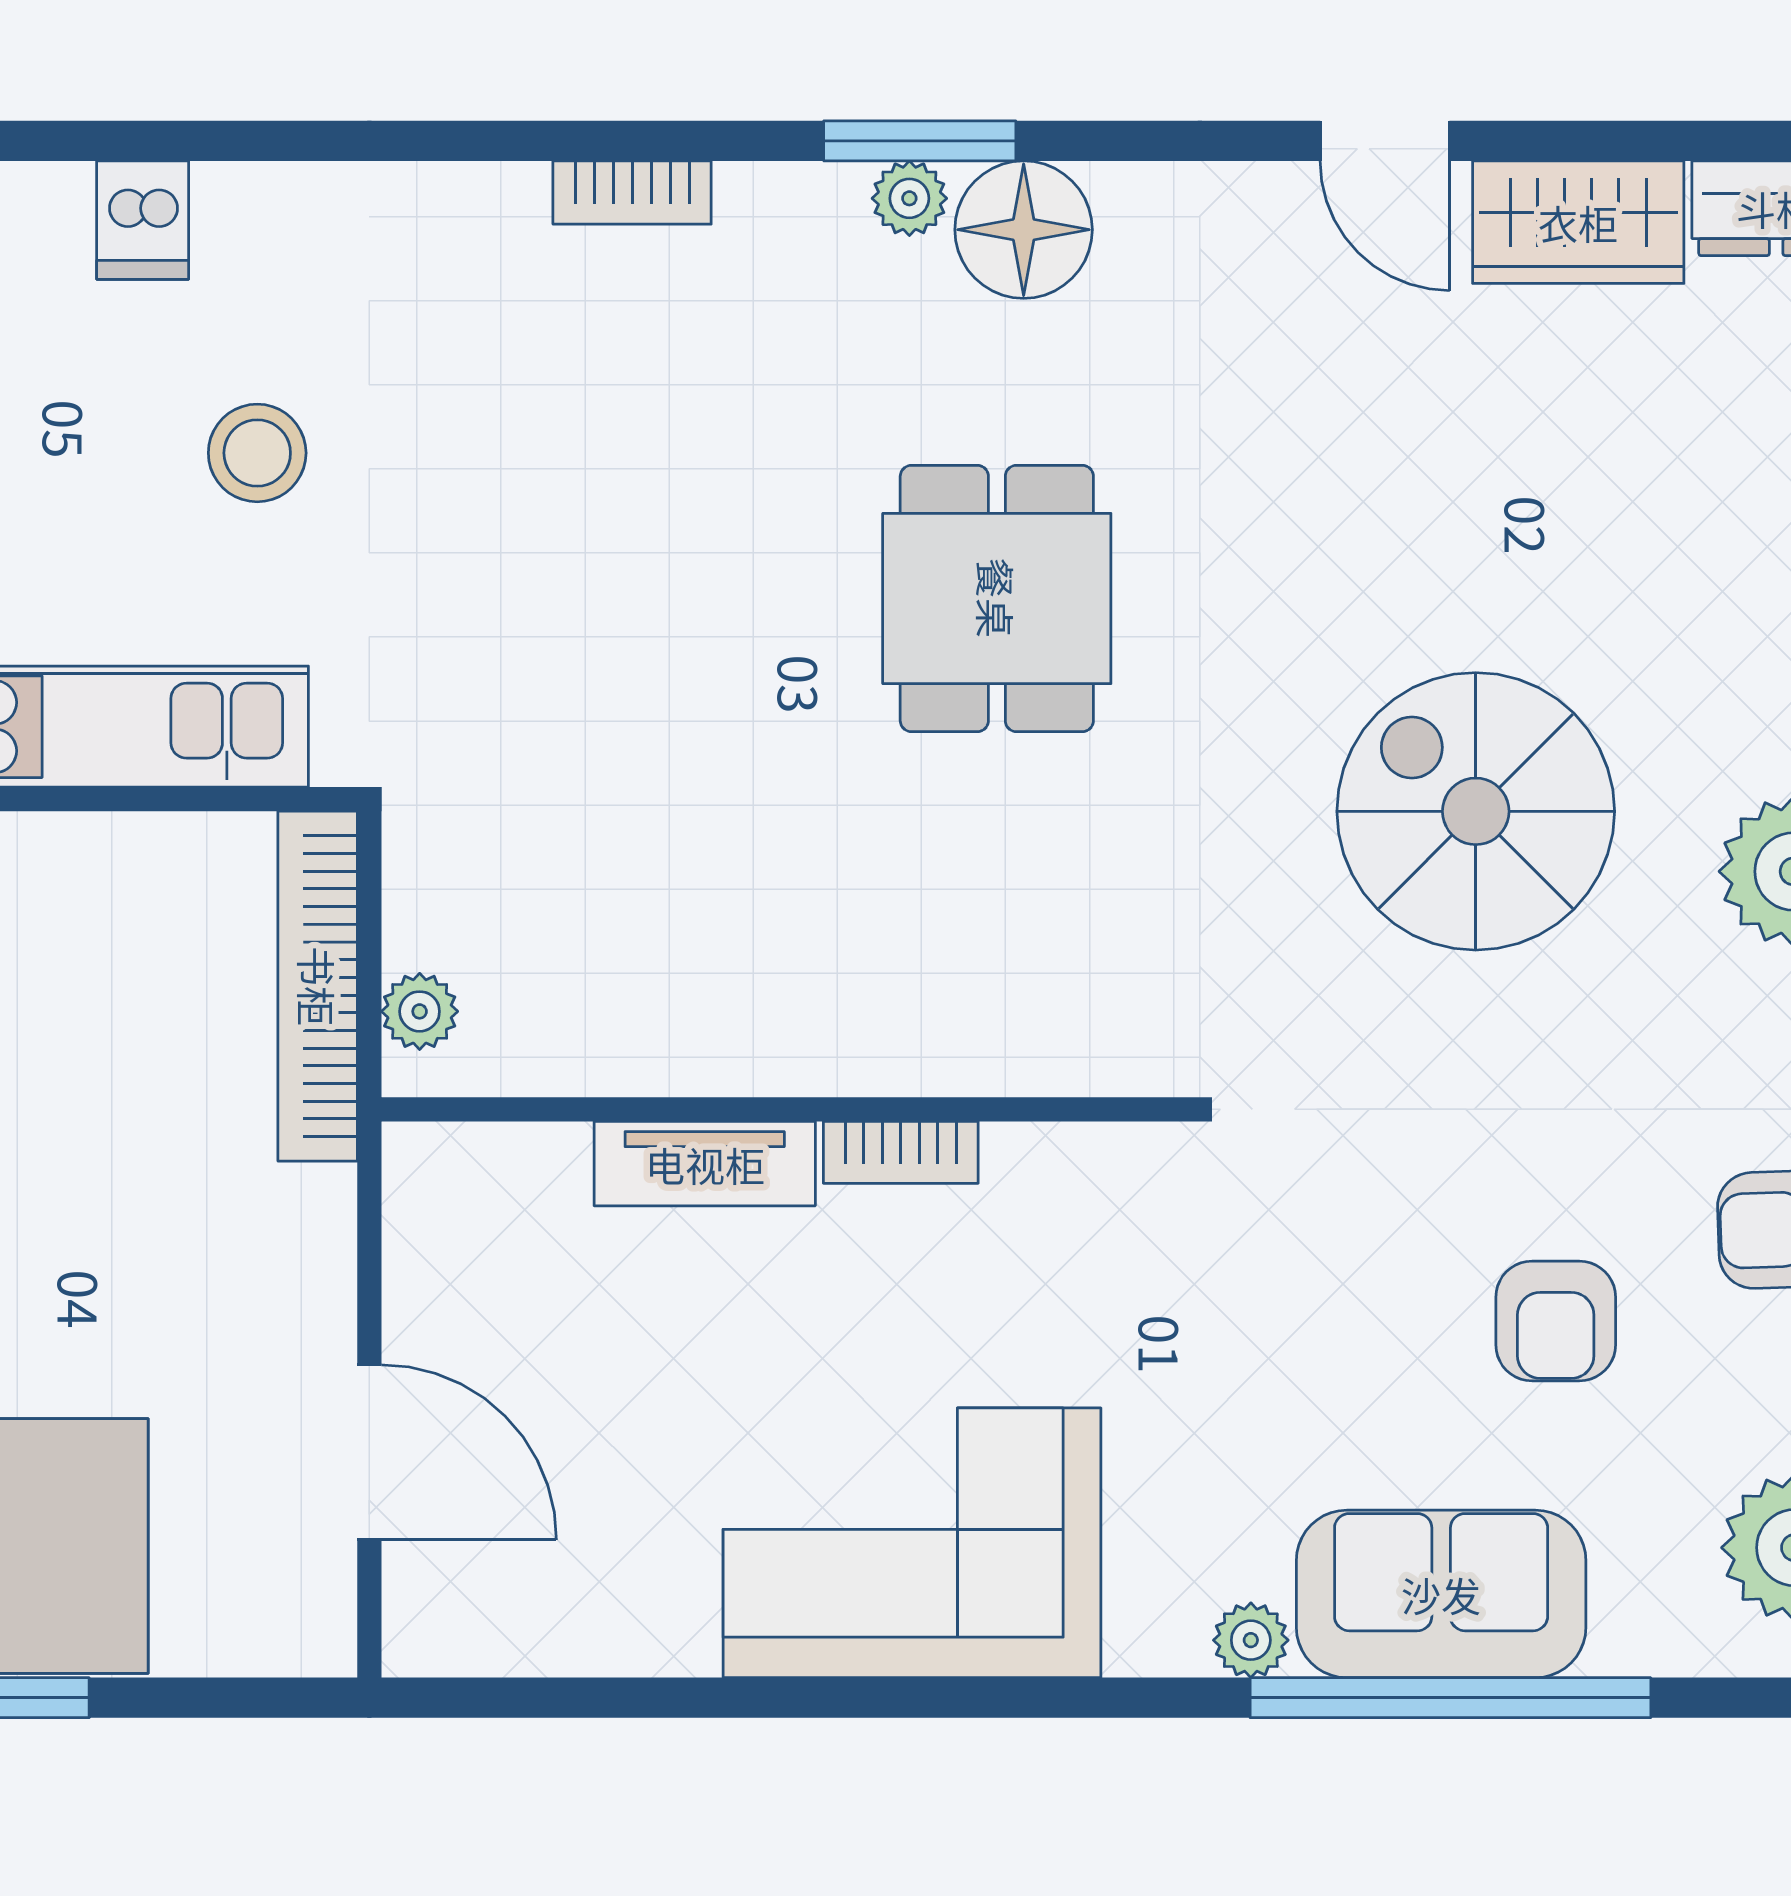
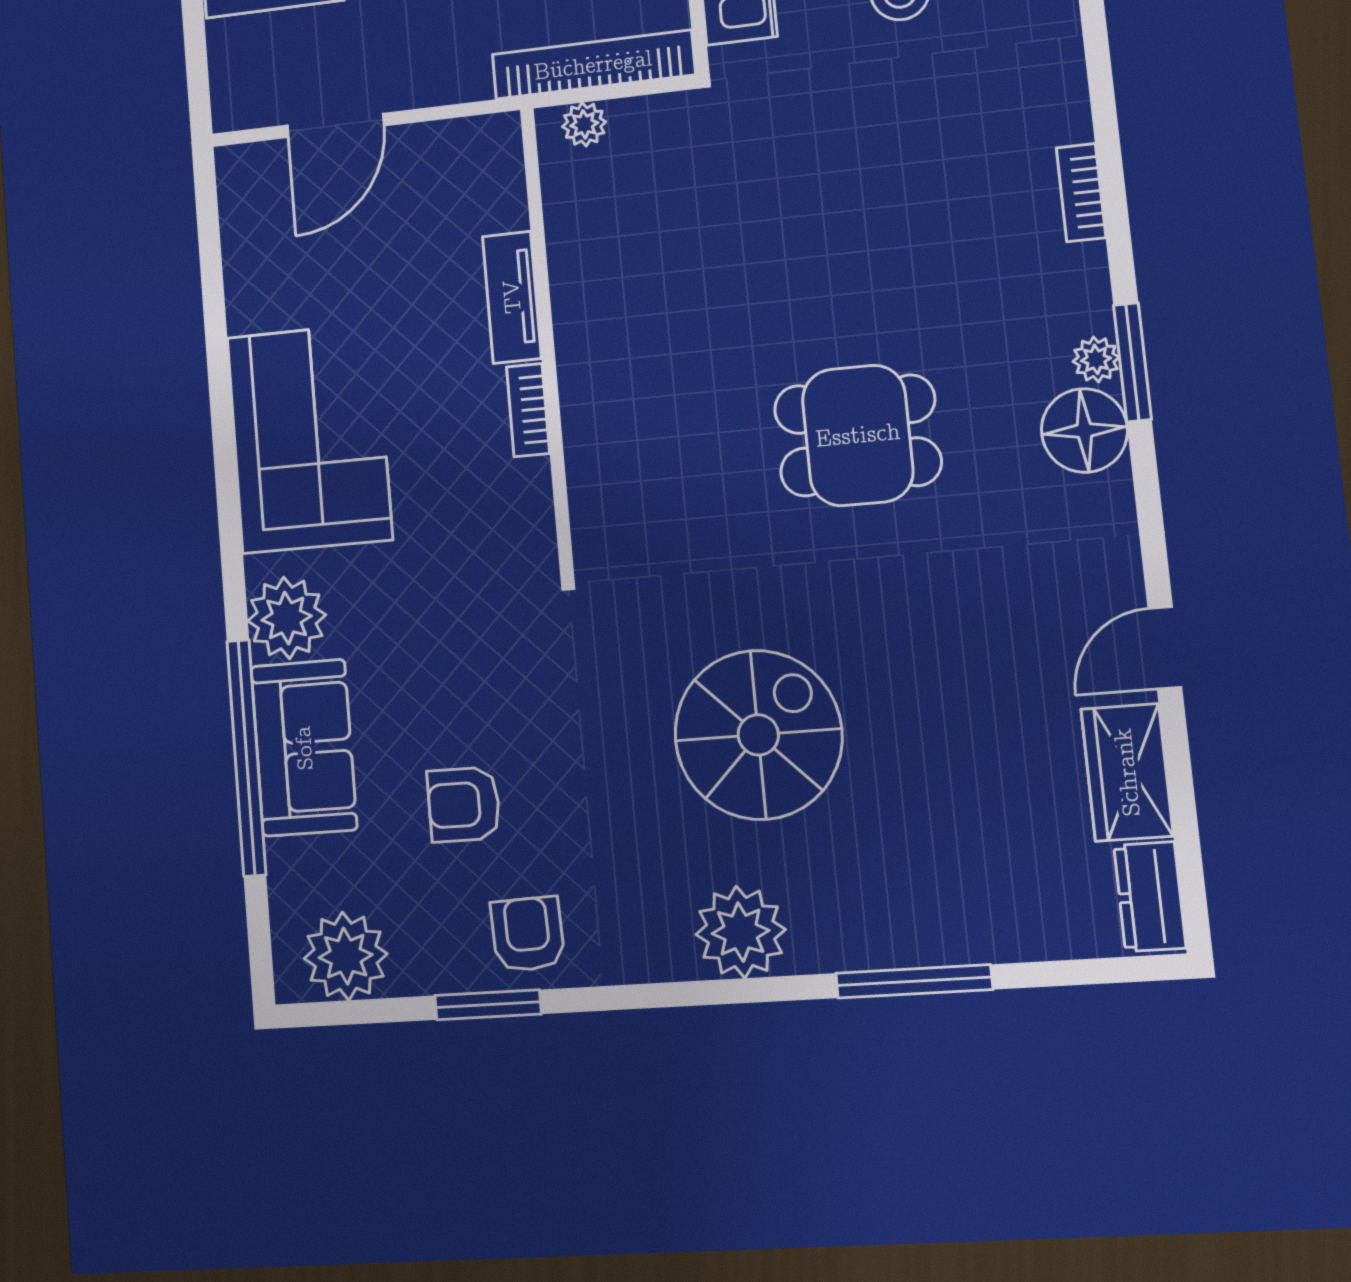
plant: (1251, 1640) -> (287, 618), width x1.88, depth x1.88

